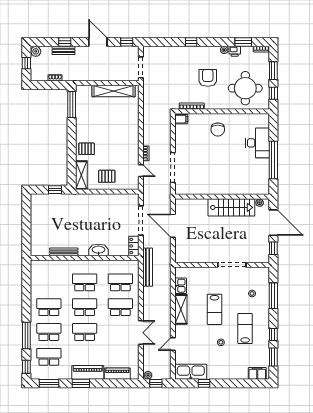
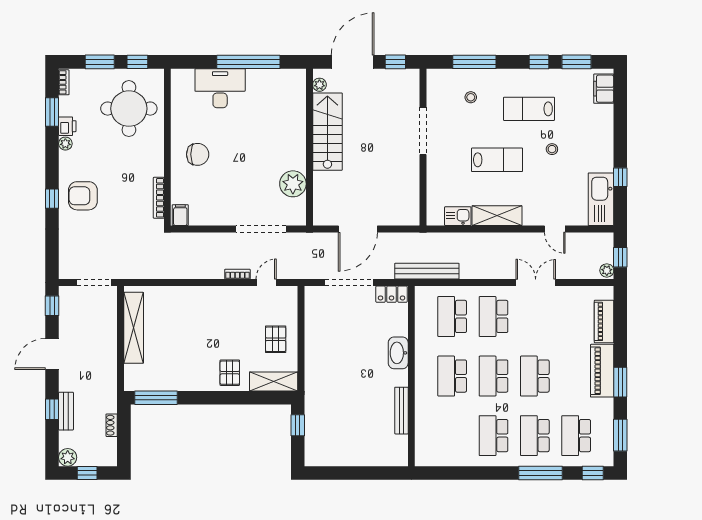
armchair: (208, 78) -> (83, 196), moved
plant: (200, 187) -> (293, 184), added

